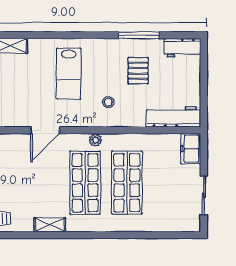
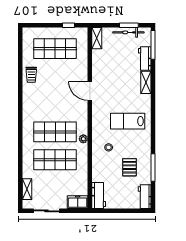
pallet: (138, 71) -> (129, 167), turned 90
workbench: (173, 117) -> (99, 196), width x0.73
door: (45, 130) -> (90, 91), moved
shelving: (50, 225) -> (27, 189), moved

